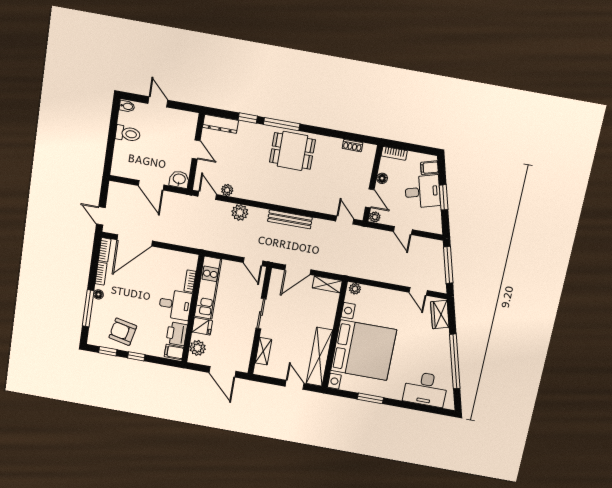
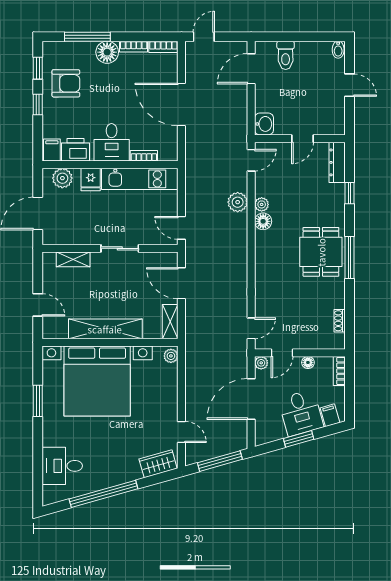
door: (158, 102) -> (350, 85), hinge flipped
window: (282, 124) -> (350, 258), moved
toilet: (128, 134) -> (286, 55), moved
door: (151, 185) -> (251, 69), moved
plant: (227, 190) -> (262, 204), moved
floor lamp: (259, 195) -> (263, 221), added
bench: (290, 219) -> (240, 263), removed
door: (403, 231) -> (251, 399), width x1.87
door: (135, 240) -> (181, 104), moved
door: (253, 262) -> (181, 228), hinge flipped
door: (418, 291) -> (181, 432), swing flipped
floor lamp: (98, 294) -> (107, 52), width x1.89, depth x1.89
armchair: (123, 332) -> (66, 83), turned 78
shelving: (319, 357) -> (105, 329), moved
door: (295, 385) -> (38, 305), hinge flipped
desk: (426, 389) -> (62, 466), width x0.73

